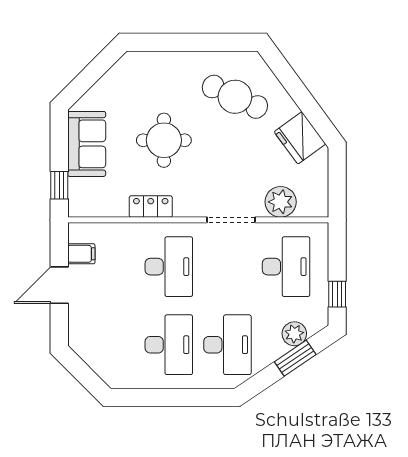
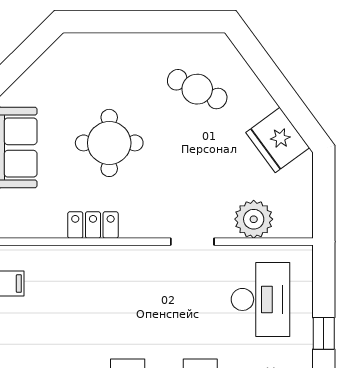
cafe table: (235, 97) -> (197, 89), width x0.73, depth x0.74
doorway: (231, 220) -> (192, 242), width x0.73
desk: (169, 267) -> (115, 299), removed

